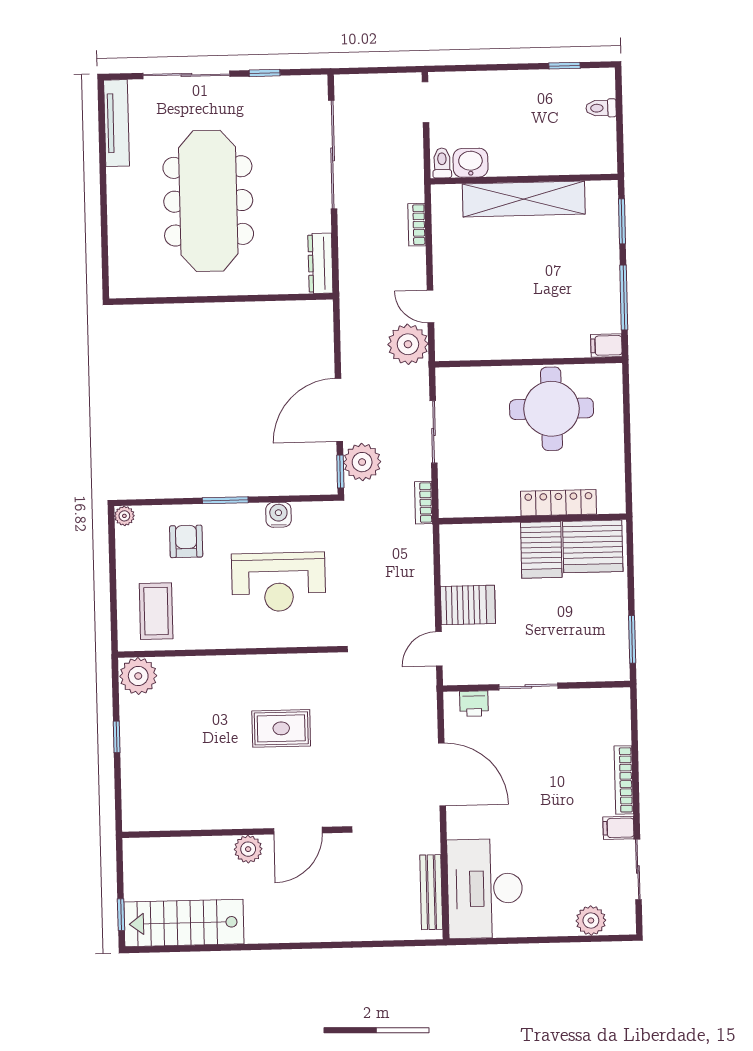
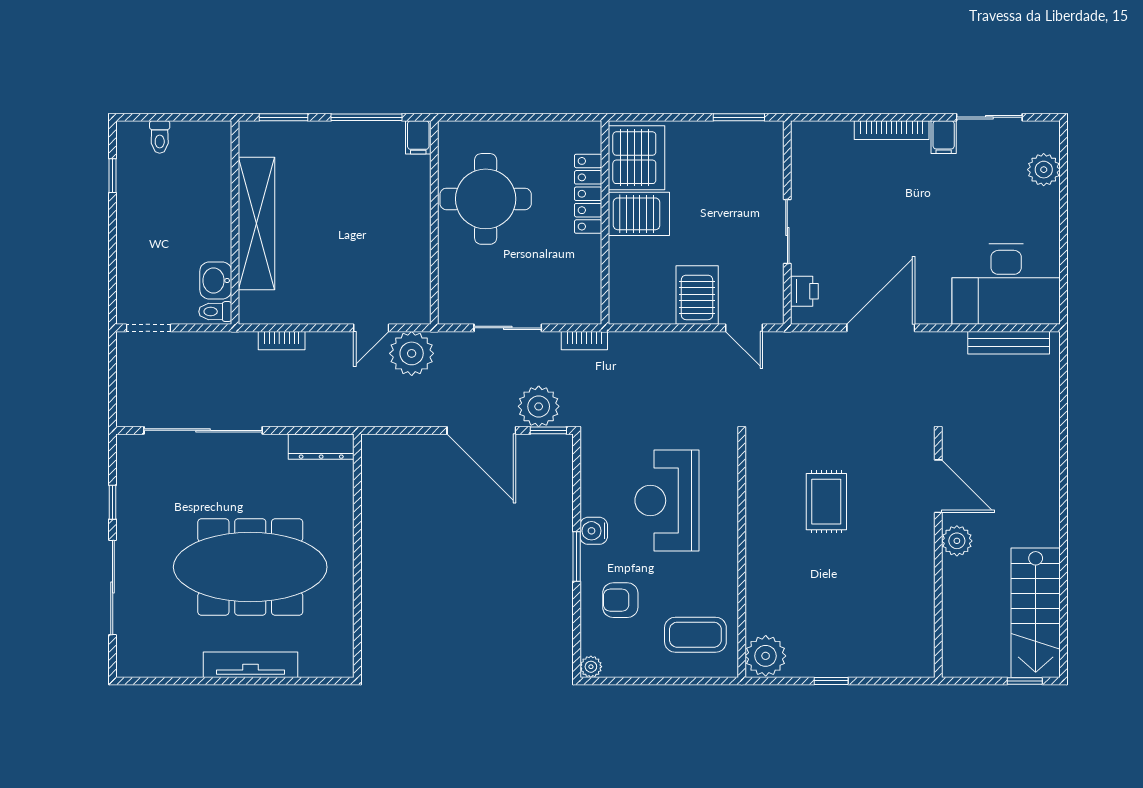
tv unit: (117, 123) -> (250, 665), moved
water cooler: (278, 515) -> (594, 531), moved
reception desk: (279, 582) -> (667, 501), turned 180

